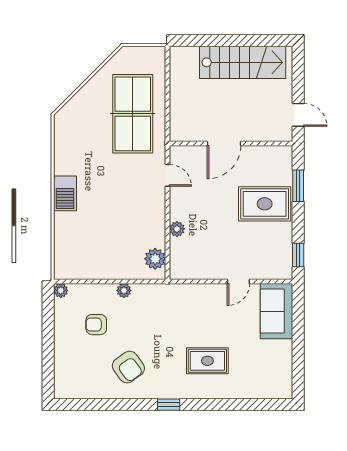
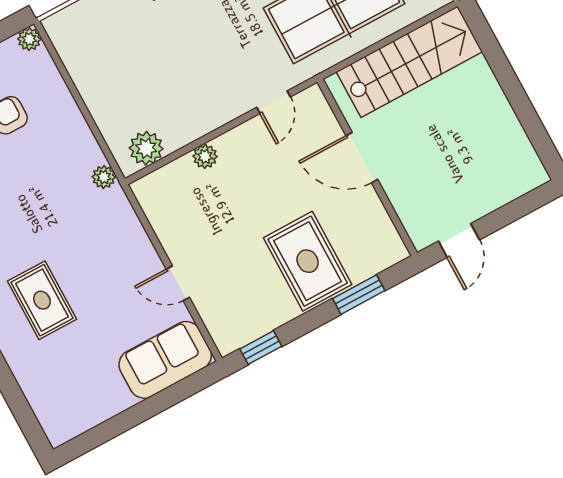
stairs: (243, 62) -> (409, 62), moved, turned -90
plant: (124, 290) -> (104, 177), moved

